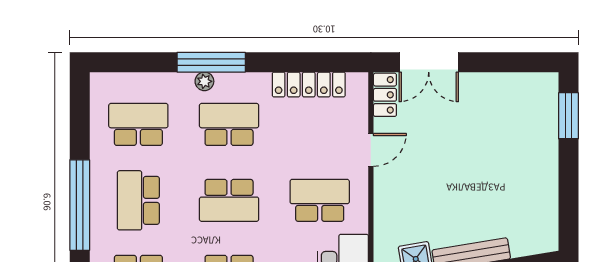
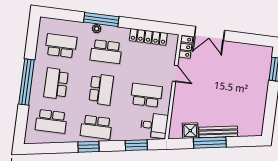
school desk: (229, 124) -> (106, 52), turned 180
door: (371, 150) -> (175, 73), hinge flipped
school desk: (229, 200) -> (101, 89), turned -90

